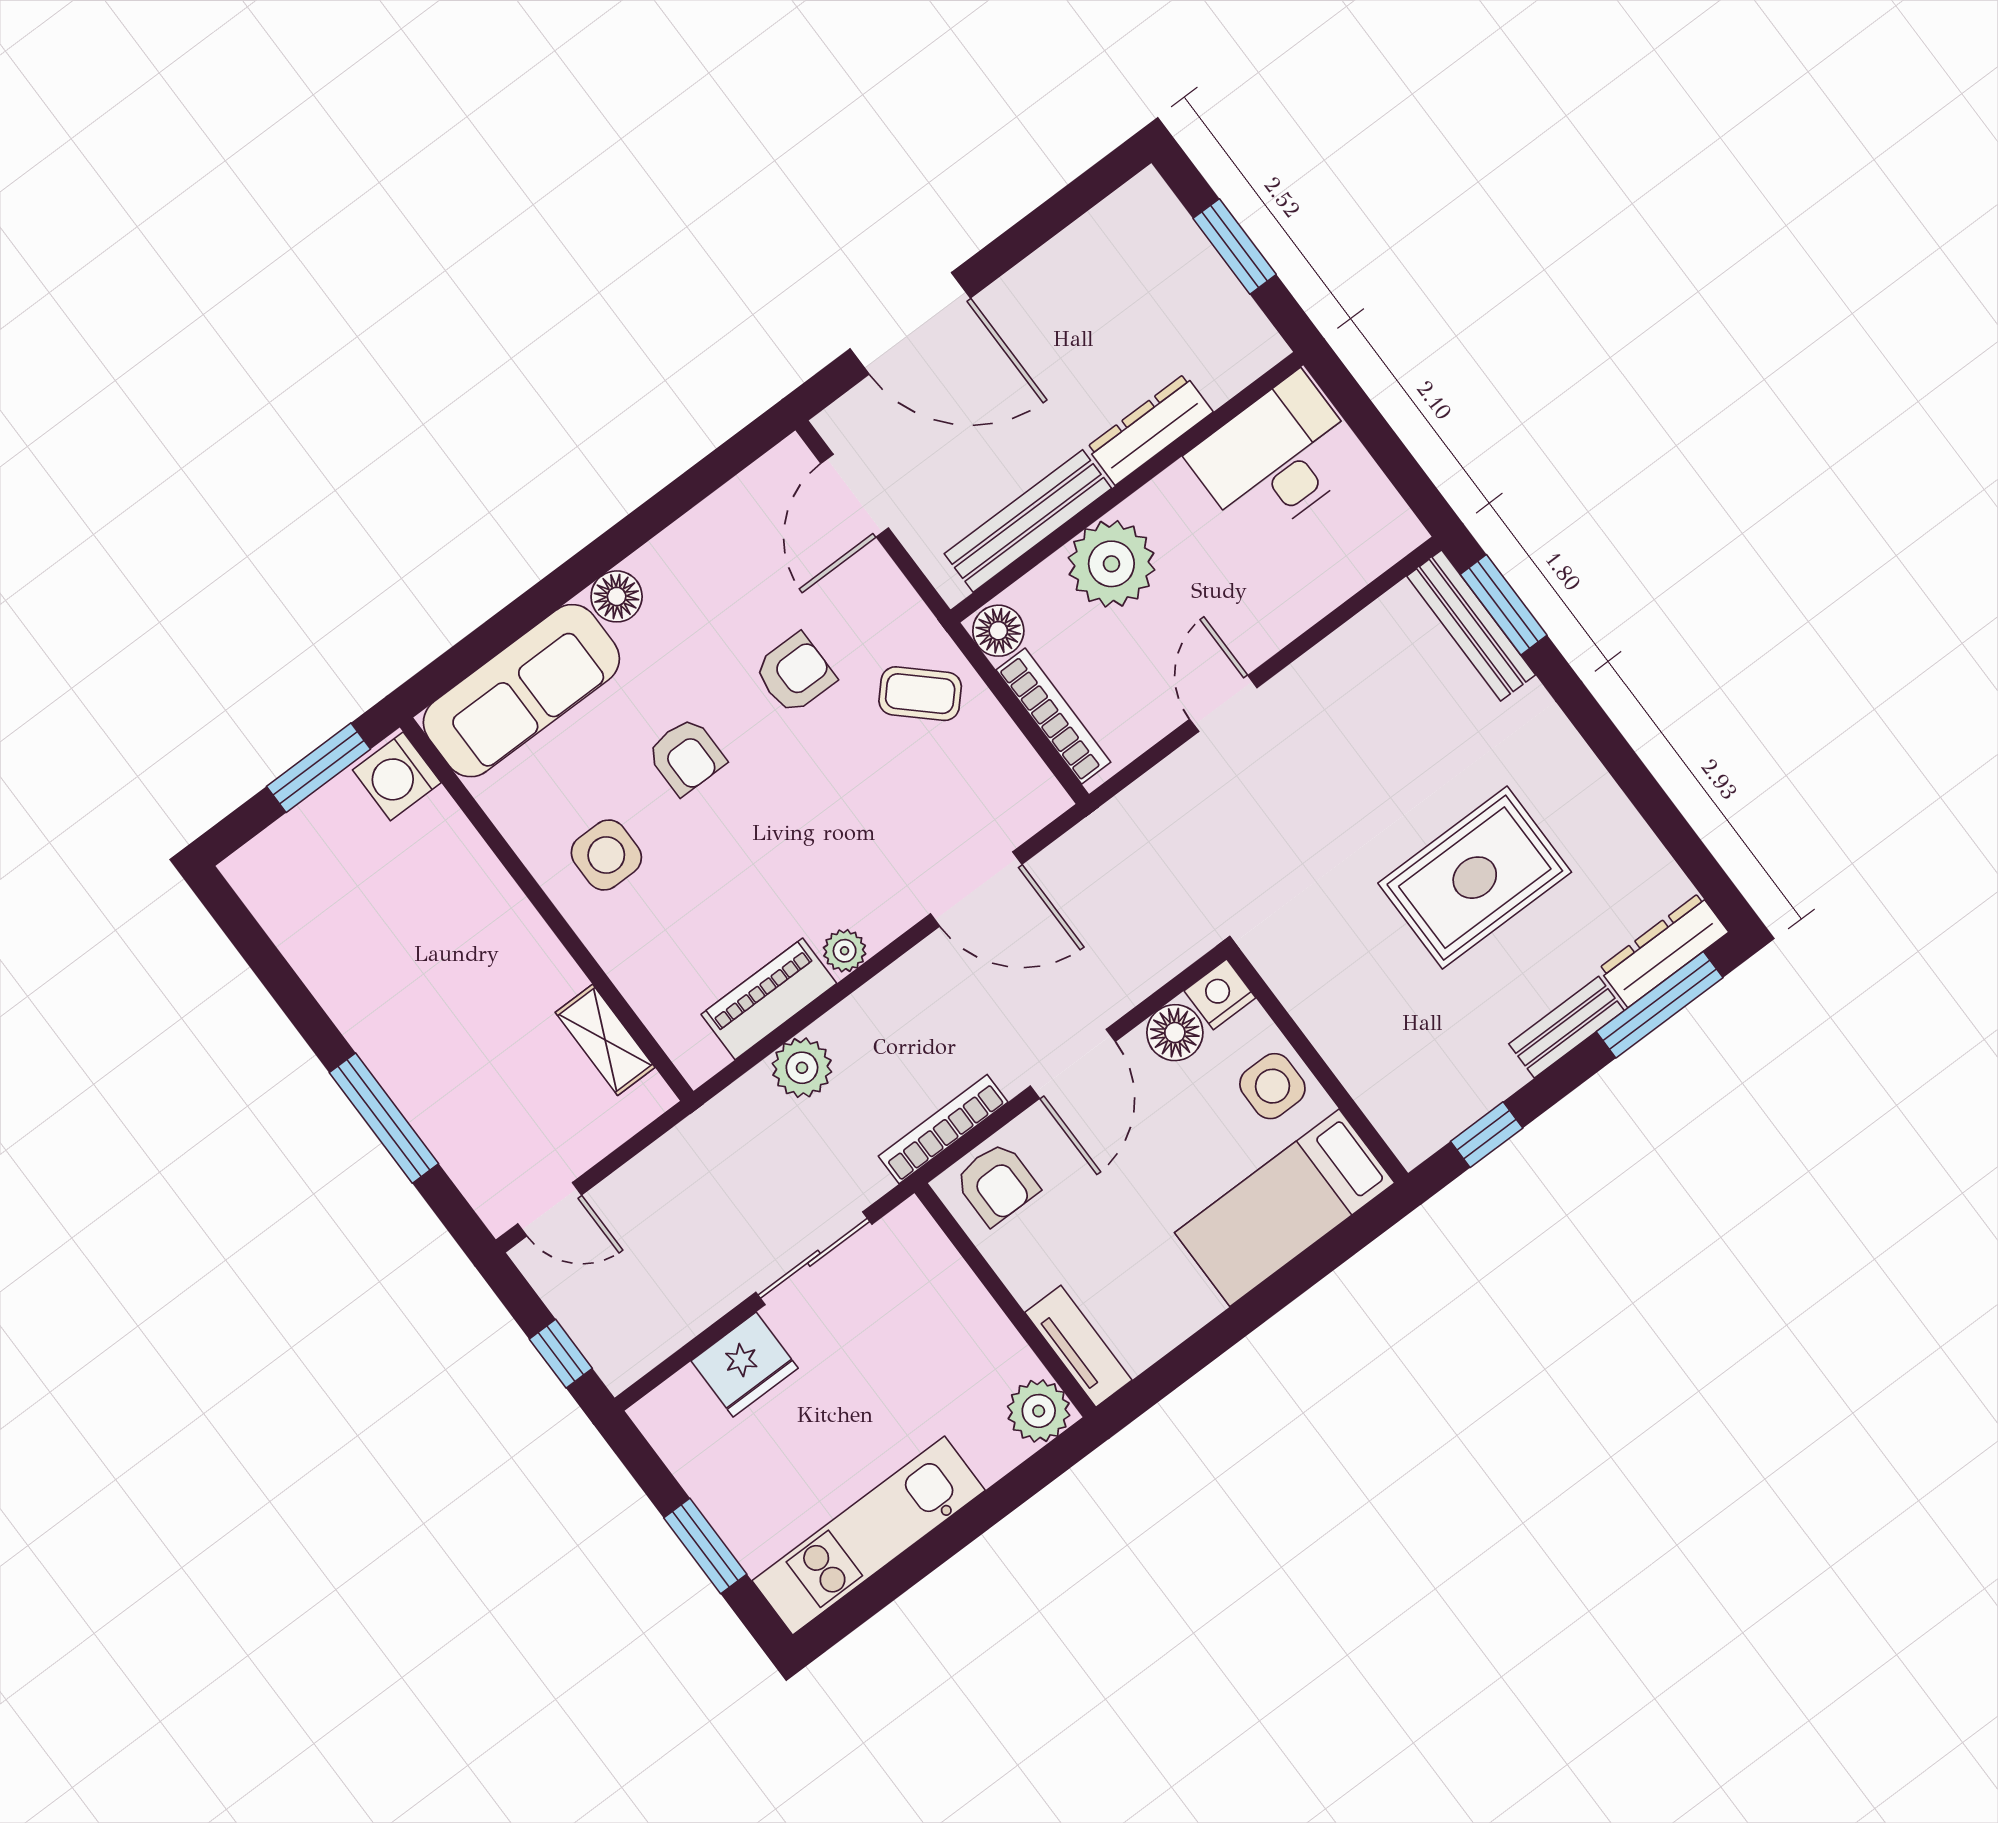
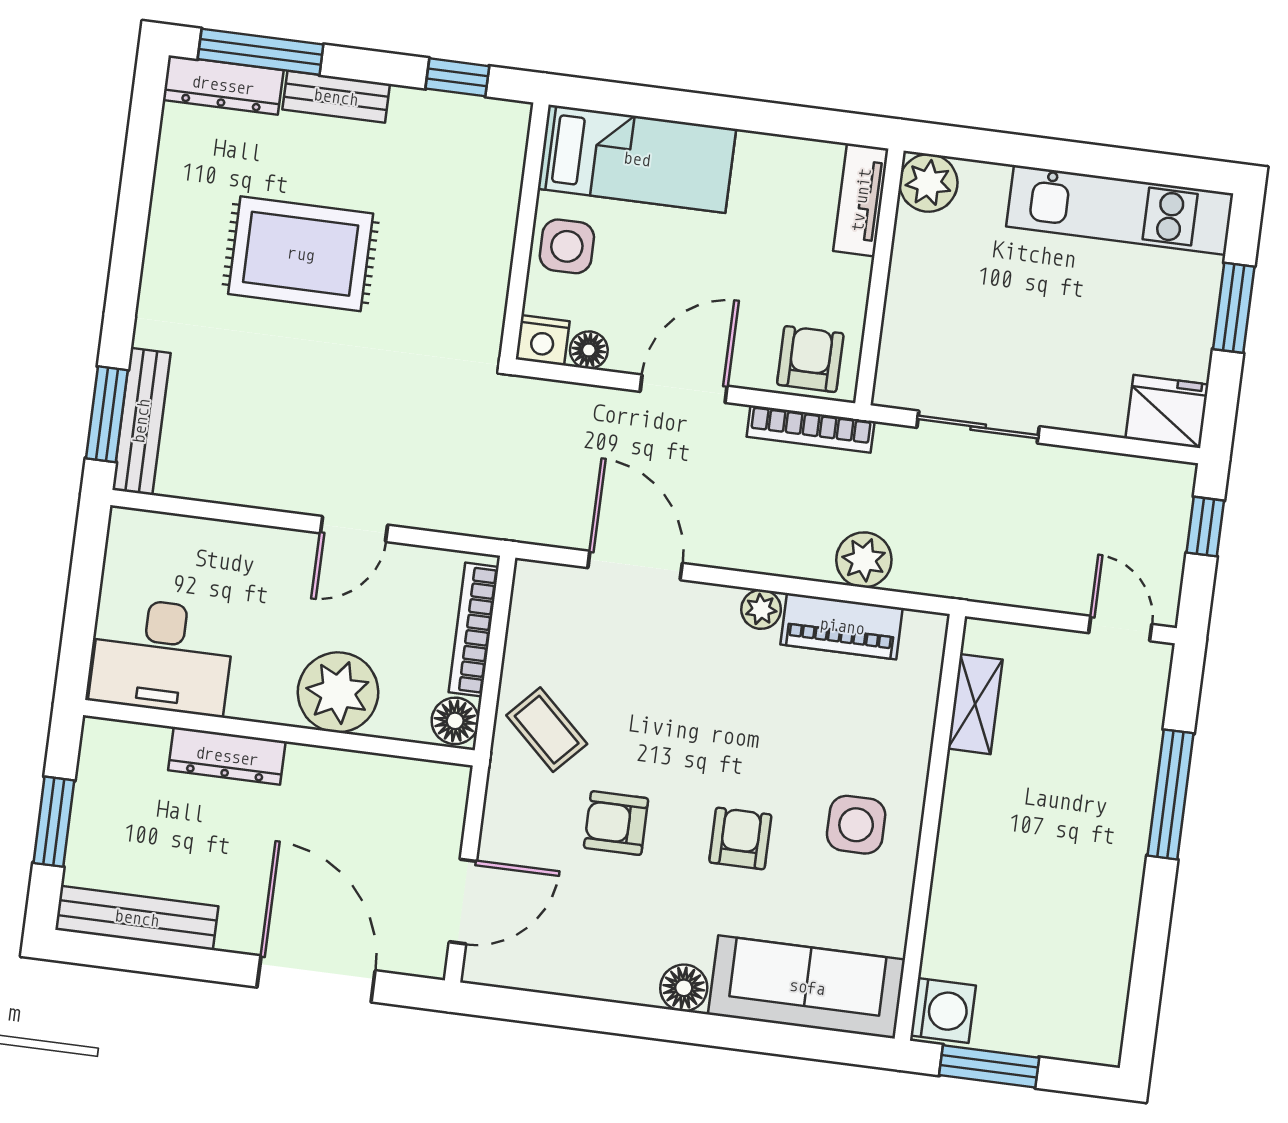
bench: (1028, 521) -> (137, 918), moved
floor lamp: (1175, 1033) -> (589, 350), width x0.73, depth x0.73
fridge: (745, 1365) -> (1167, 411), moved

